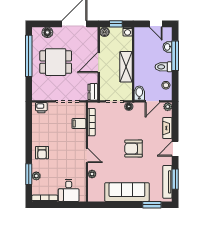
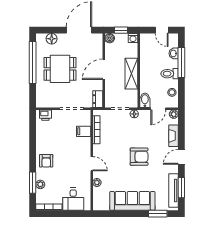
armchair: (134, 149) -> (139, 157), turned 180

